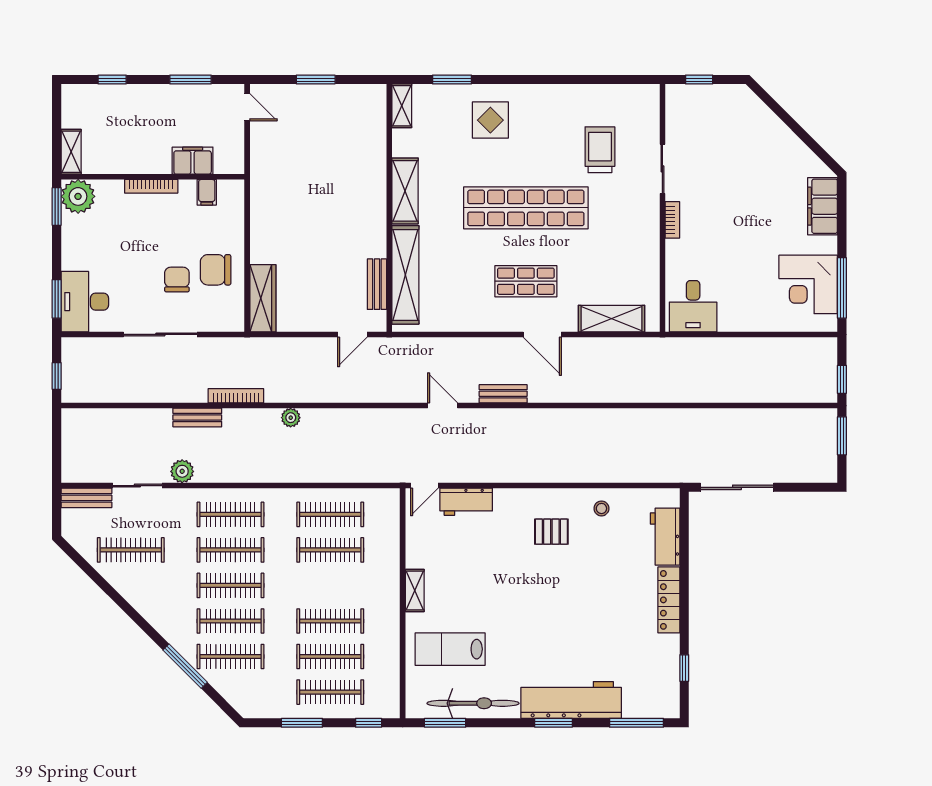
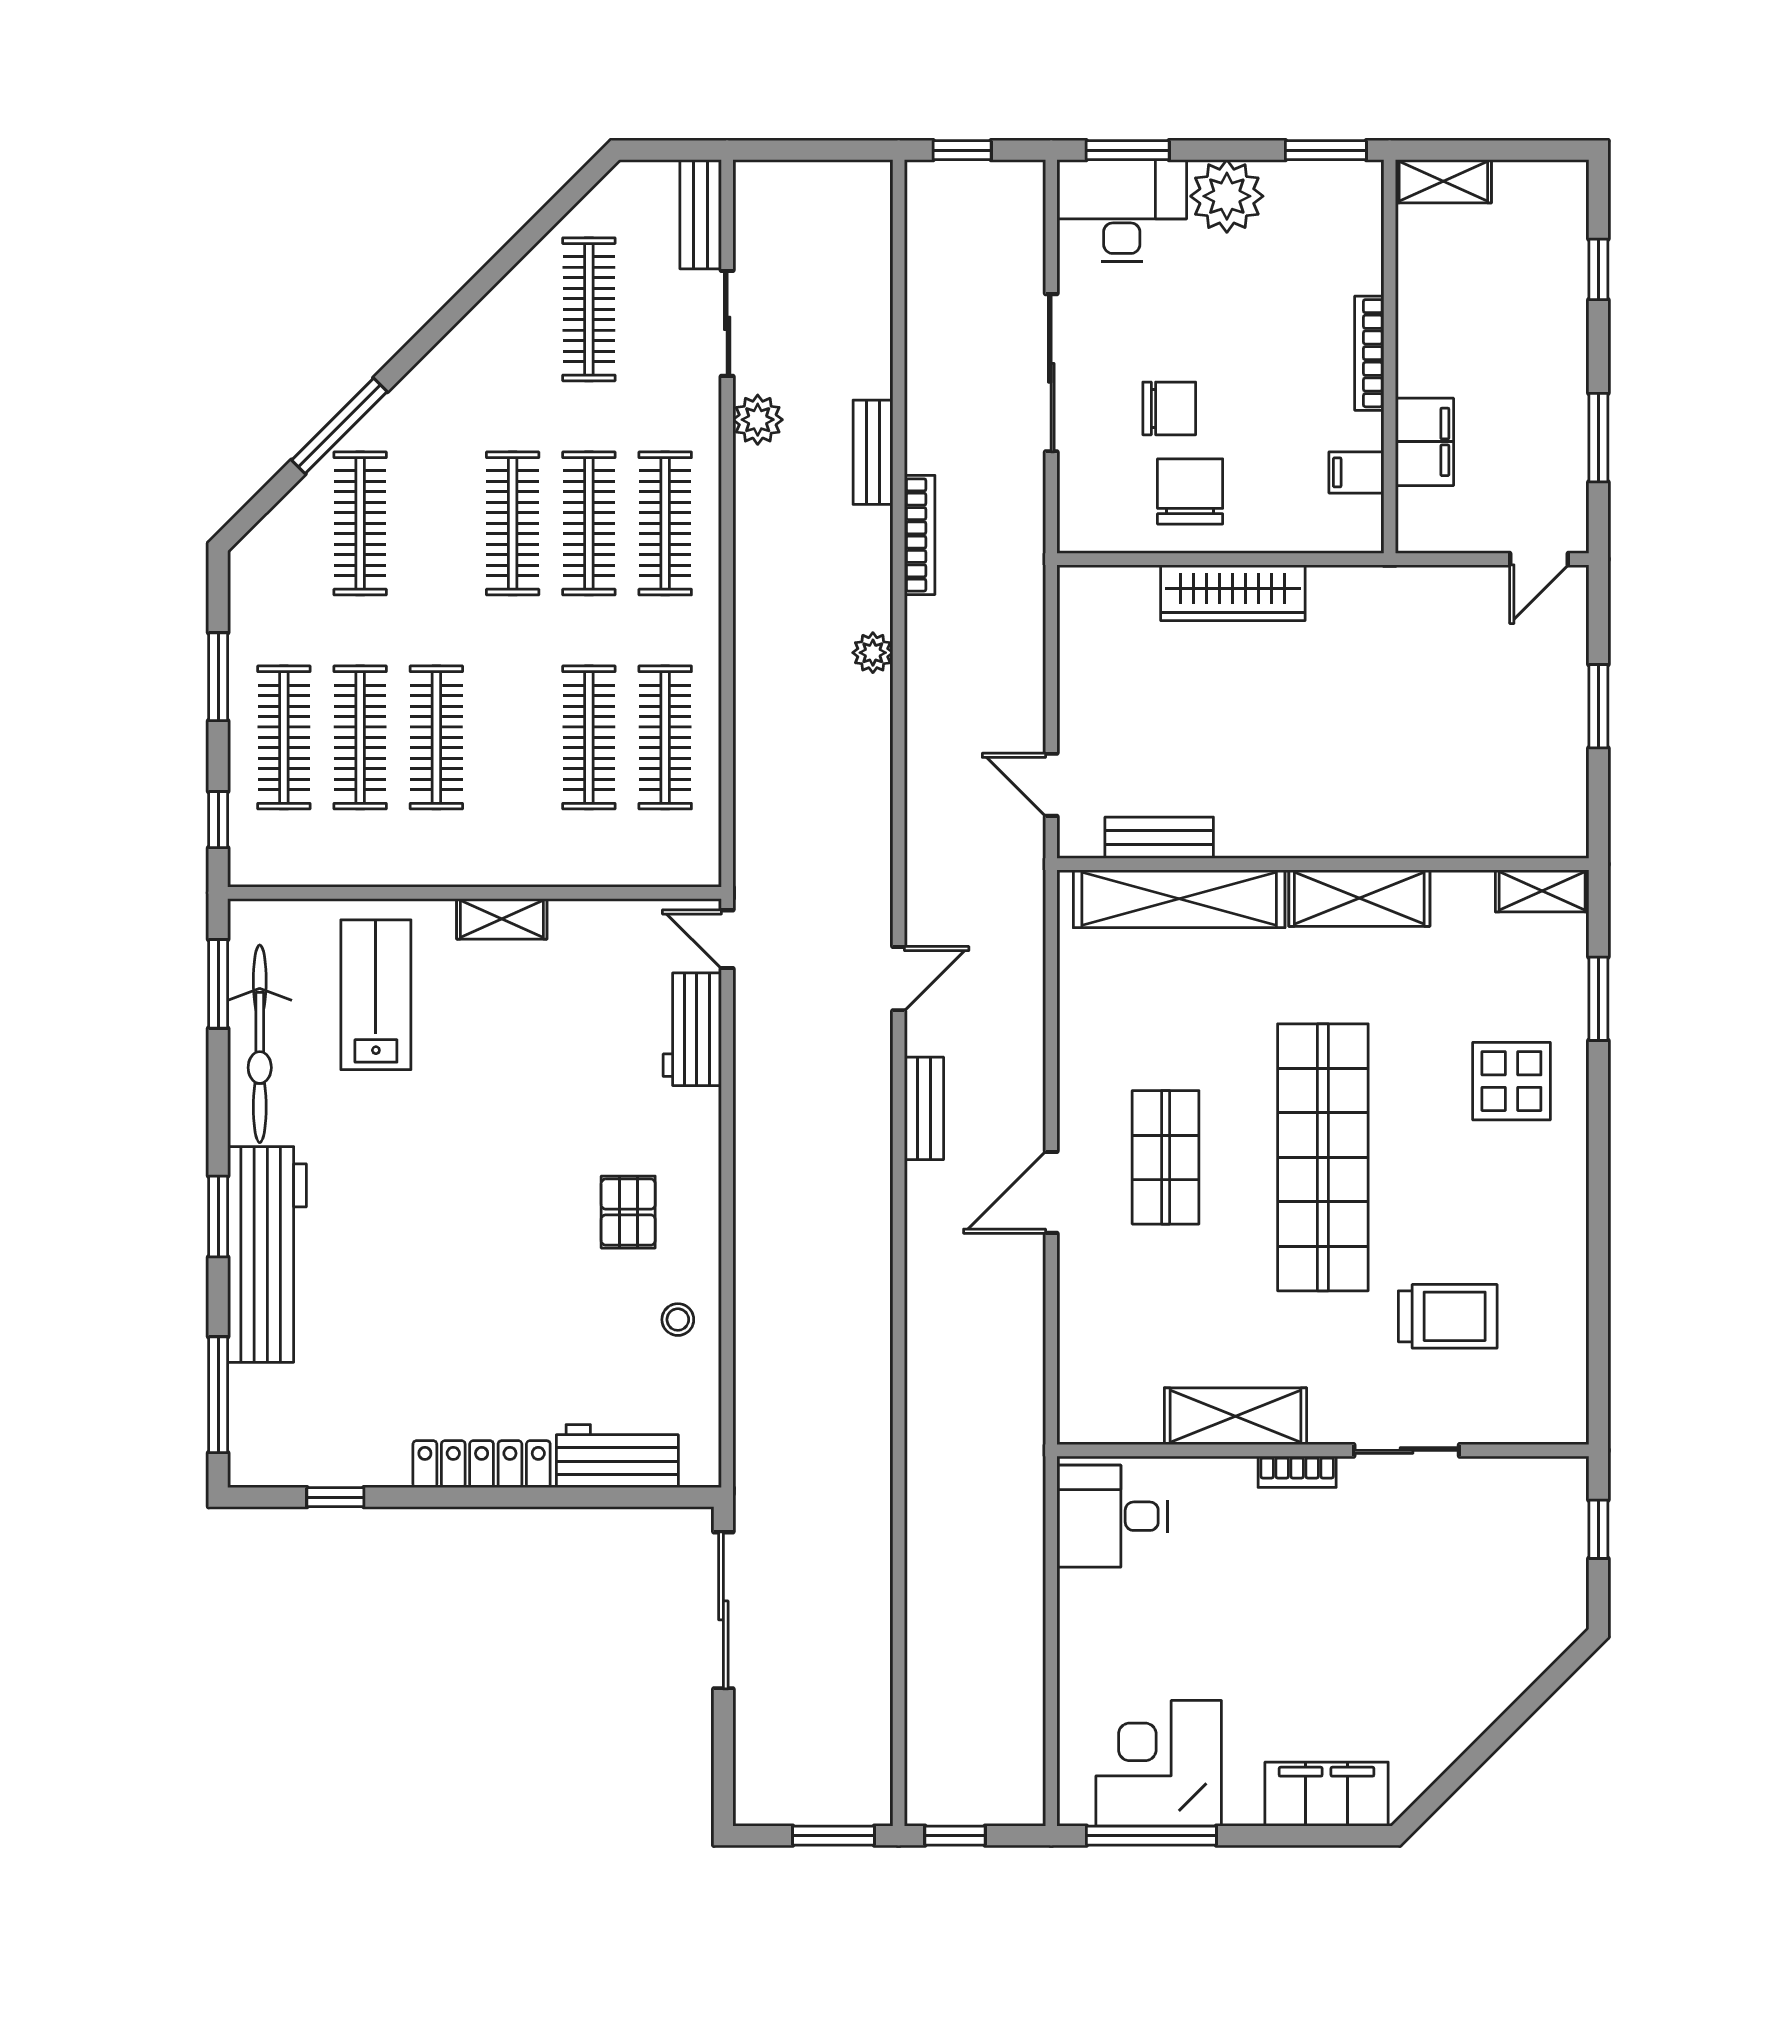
plant: (78, 196) -> (1227, 196), moved
wardrobe: (263, 298) -> (1233, 593), moved
shelving: (611, 319) -> (1235, 1416), moved, turned 90
clothes rail: (230, 621) -> (436, 523), removed

